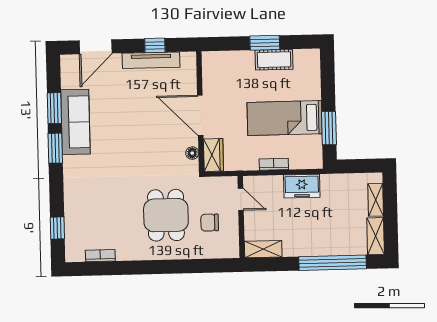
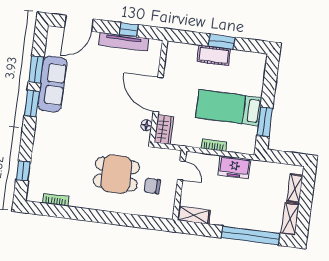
cot: (274, 60) -> (214, 55), moved
dining table: (166, 215) -> (116, 174), turned 90

